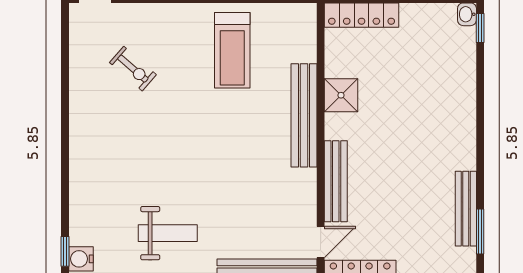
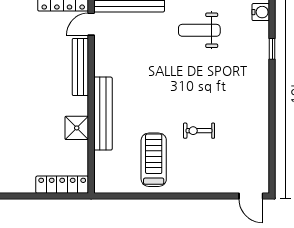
exercise bike: (133, 69) -> (199, 131), moved, turned -41
window: (65, 251) -> (272, 49), moved

